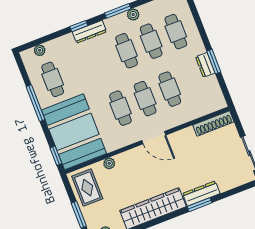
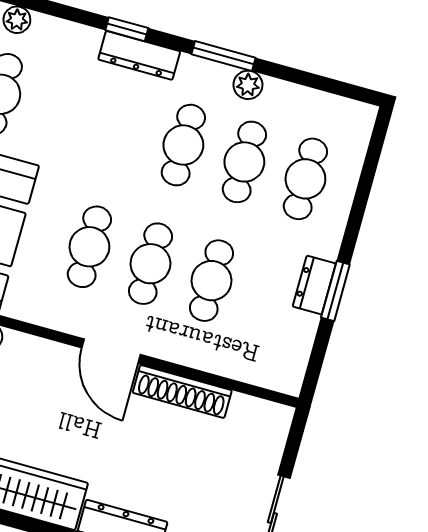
shoe rack: (213, 123) -> (182, 392), moved

